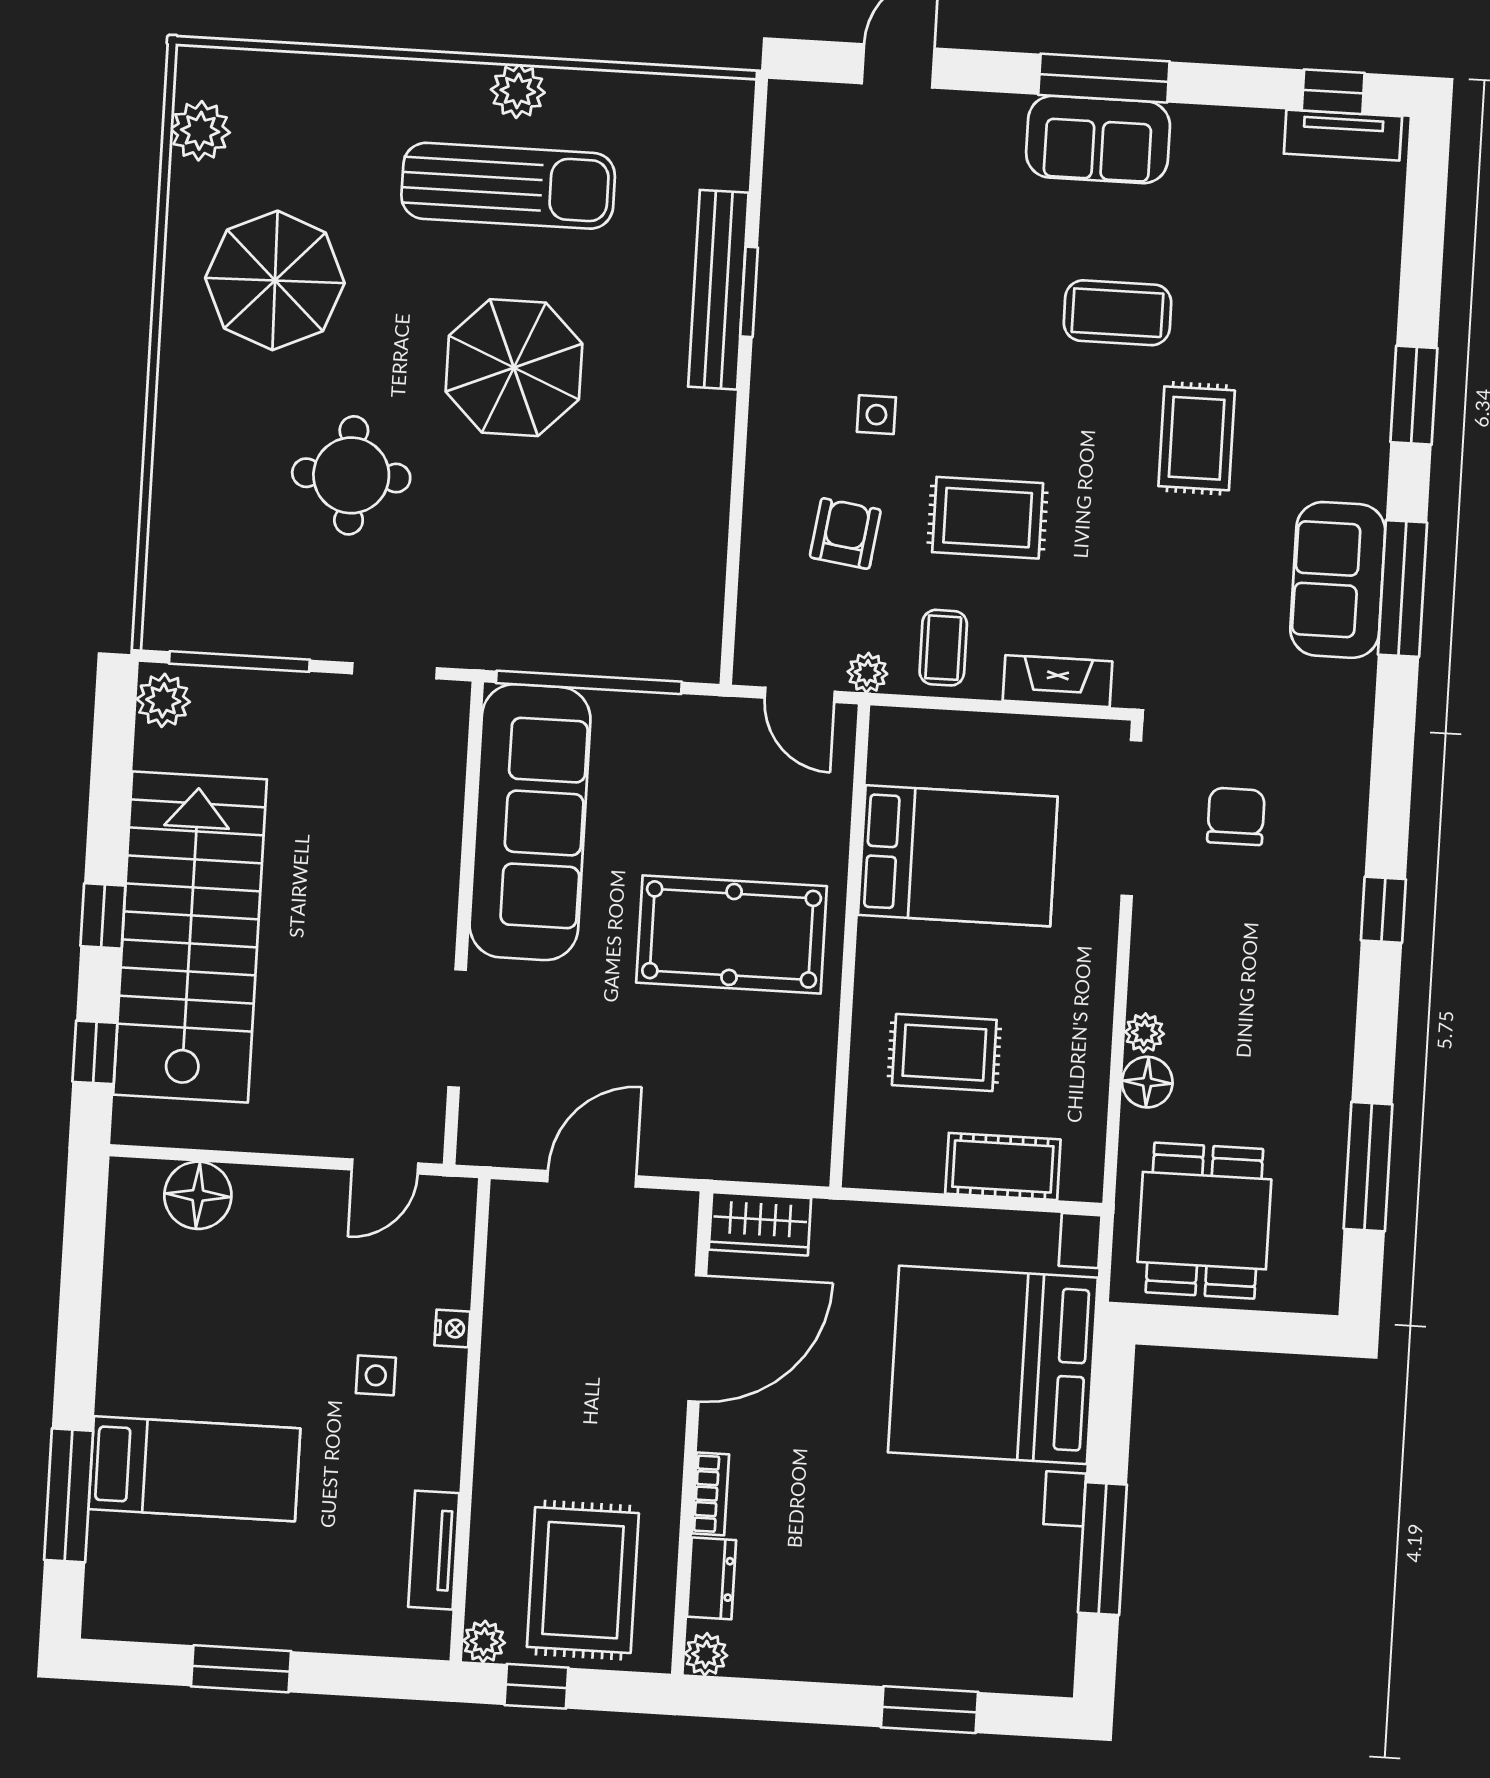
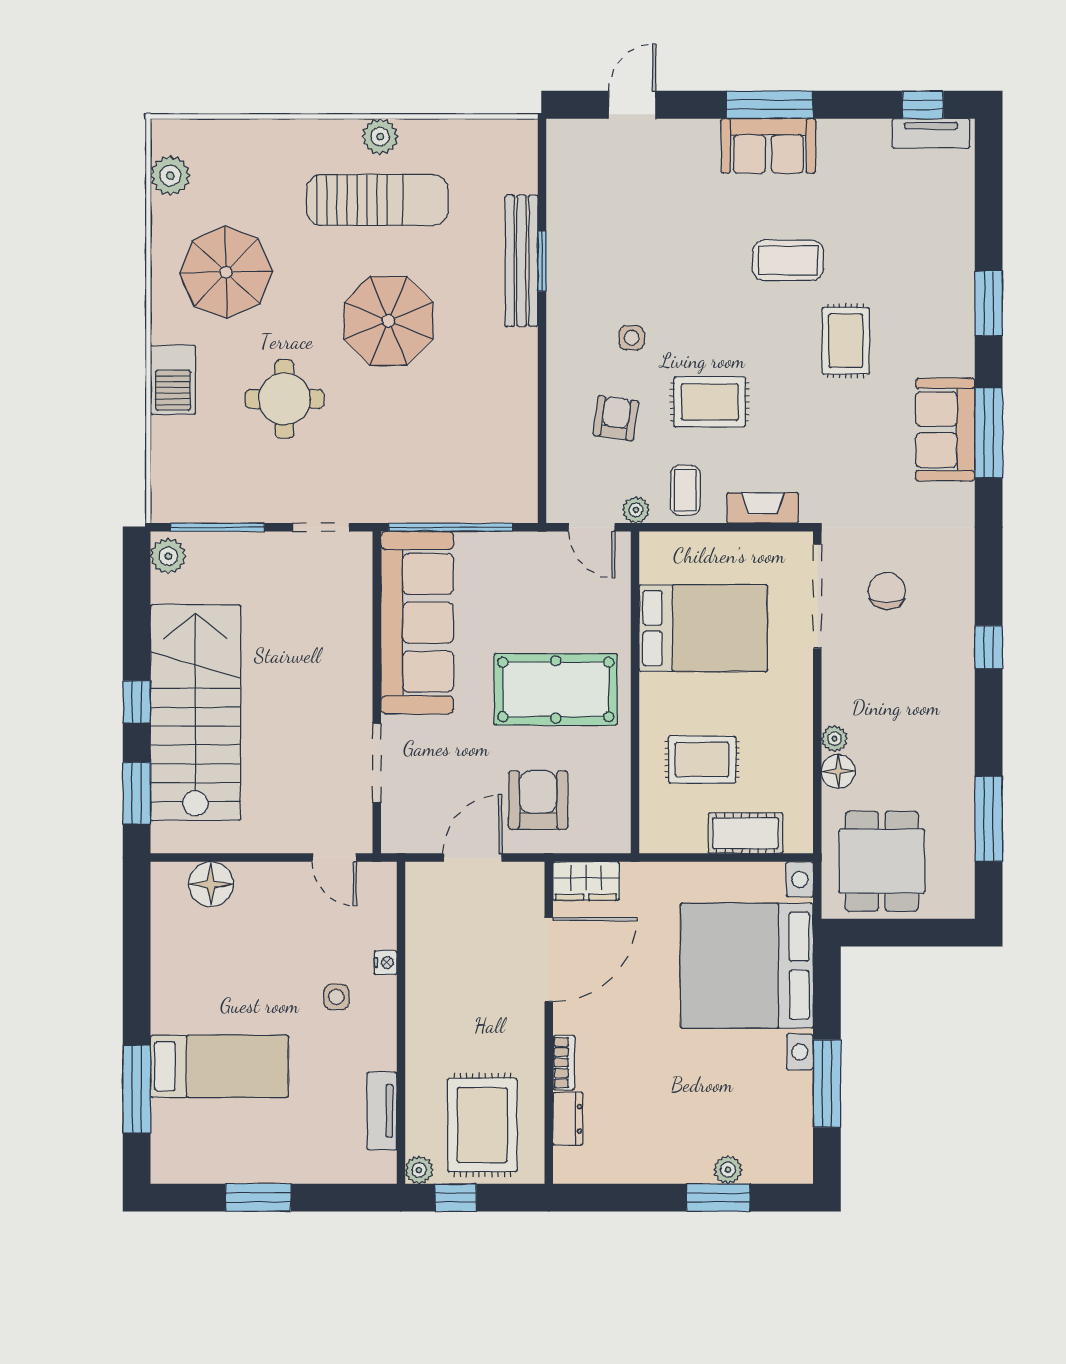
barbecue: (186, 437) -> (173, 380), added
window: (95, 1052) -> (137, 793), width x1.50
armchair: (695, 1098) -> (538, 800), added
door: (385, 1167) -> (334, 858), hinge flipped
plant: (706, 1654) -> (728, 1170), moved

